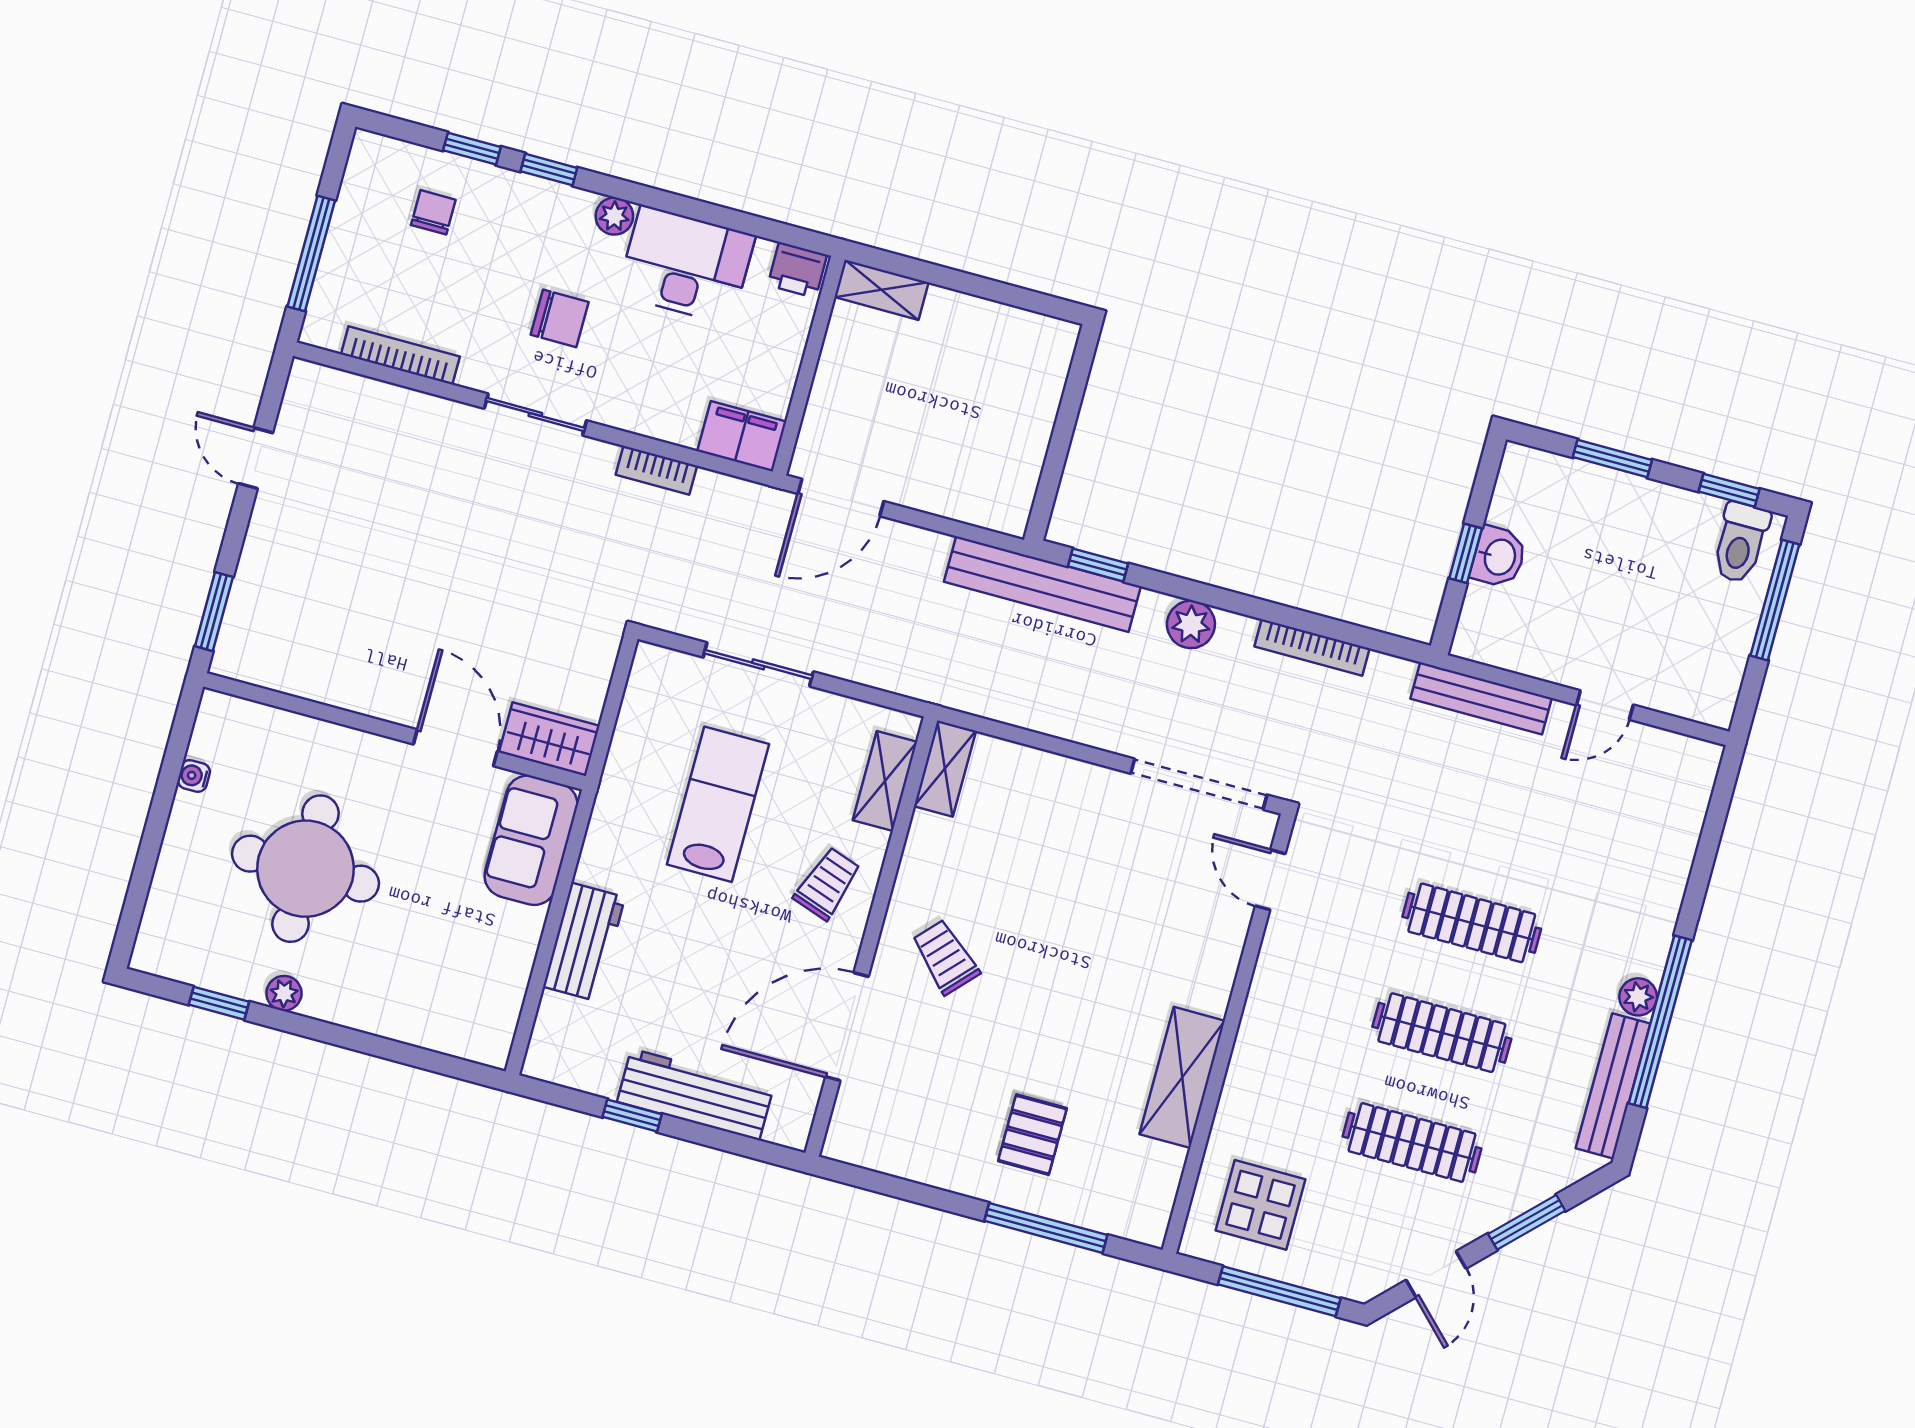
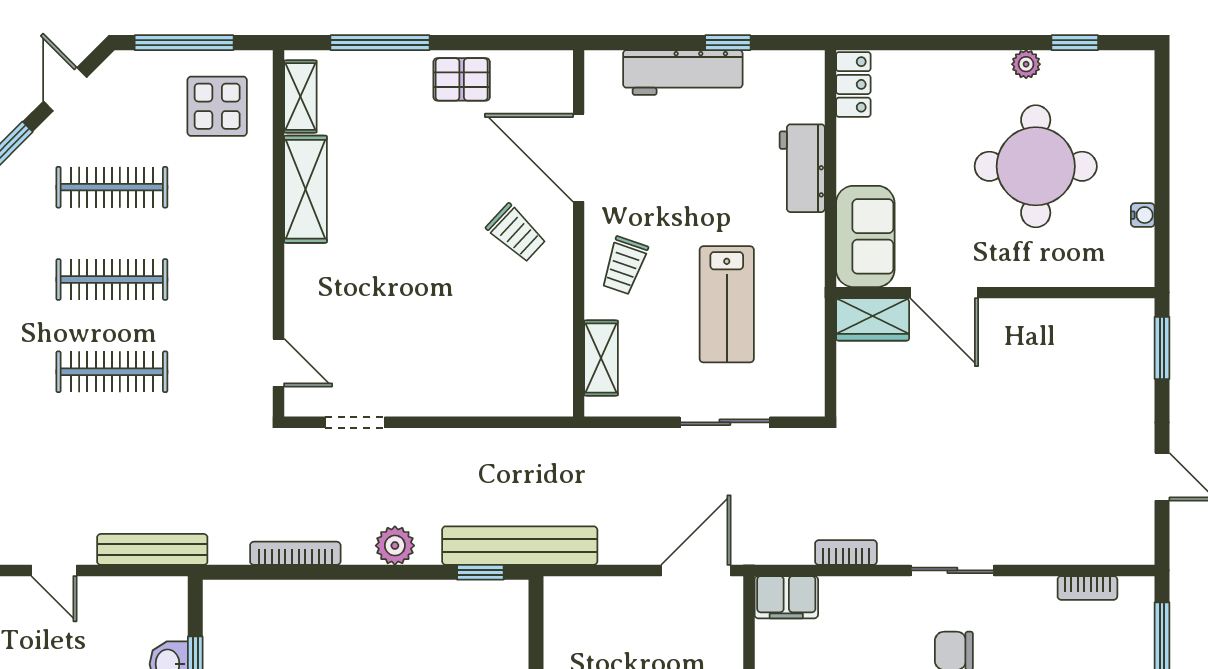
bookcase: (400, 355) -> (1087, 588), width x0.64
door: (1605, 705) -> (54, 570), swing flipped
shelving: (945, 768) -> (300, 97), moved
doorway: (1199, 784) -> (355, 422), width x0.53
locker: (496, 1025) -> (853, 84), added
door: (847, 1027) -> (579, 158), swing flipped
pallet: (1032, 1135) -> (462, 79), moved, turned 90

